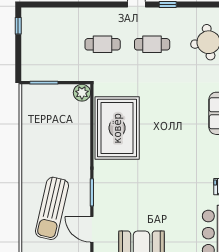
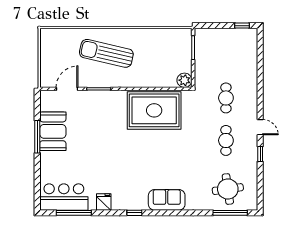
sun lounger: (52, 208) -> (106, 53), moved

